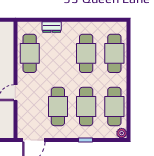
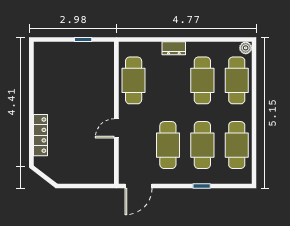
dresser: (52, 27) -> (174, 48), moved
plant: (122, 133) -> (246, 48), moved

